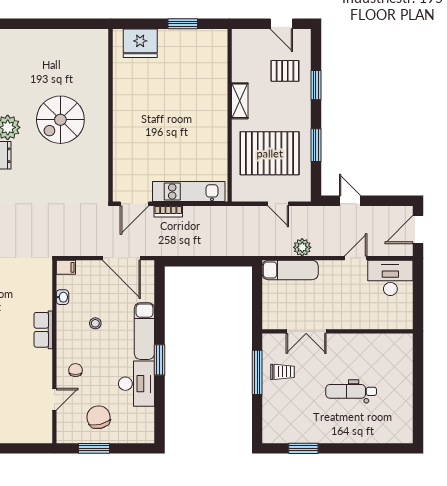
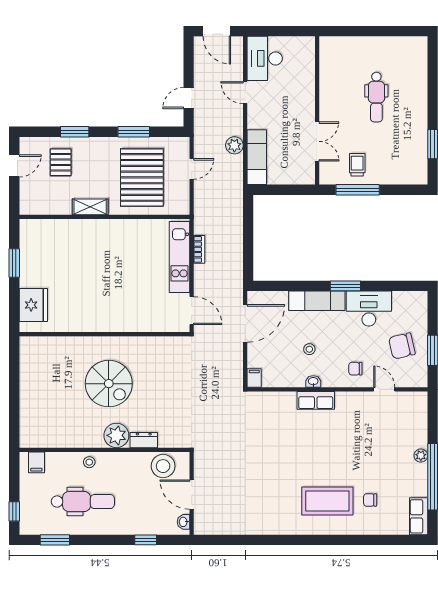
bookcase: (168, 211) -> (199, 249), moved
washbasin: (62, 297) -> (313, 382), moved

